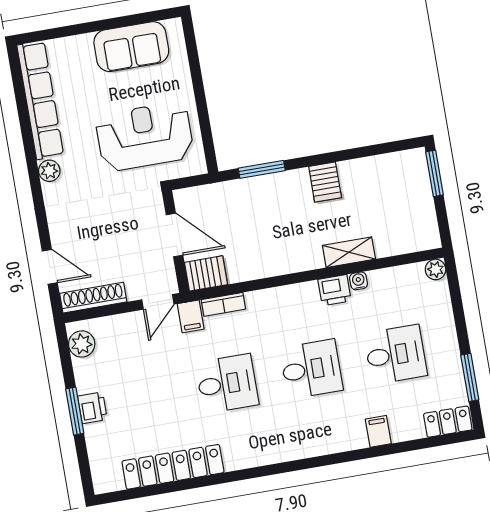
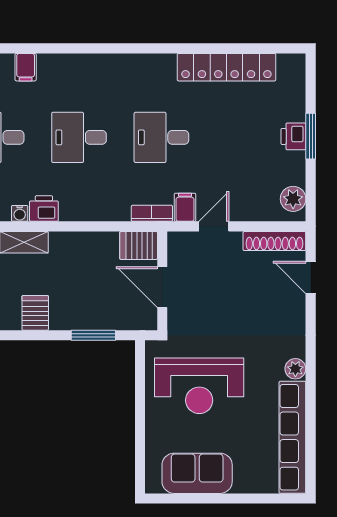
door: (174, 235) -> (162, 287), moved
wall: (176, 242) -> (162, 281), moved
server rack: (206, 273) -> (139, 245), moved

